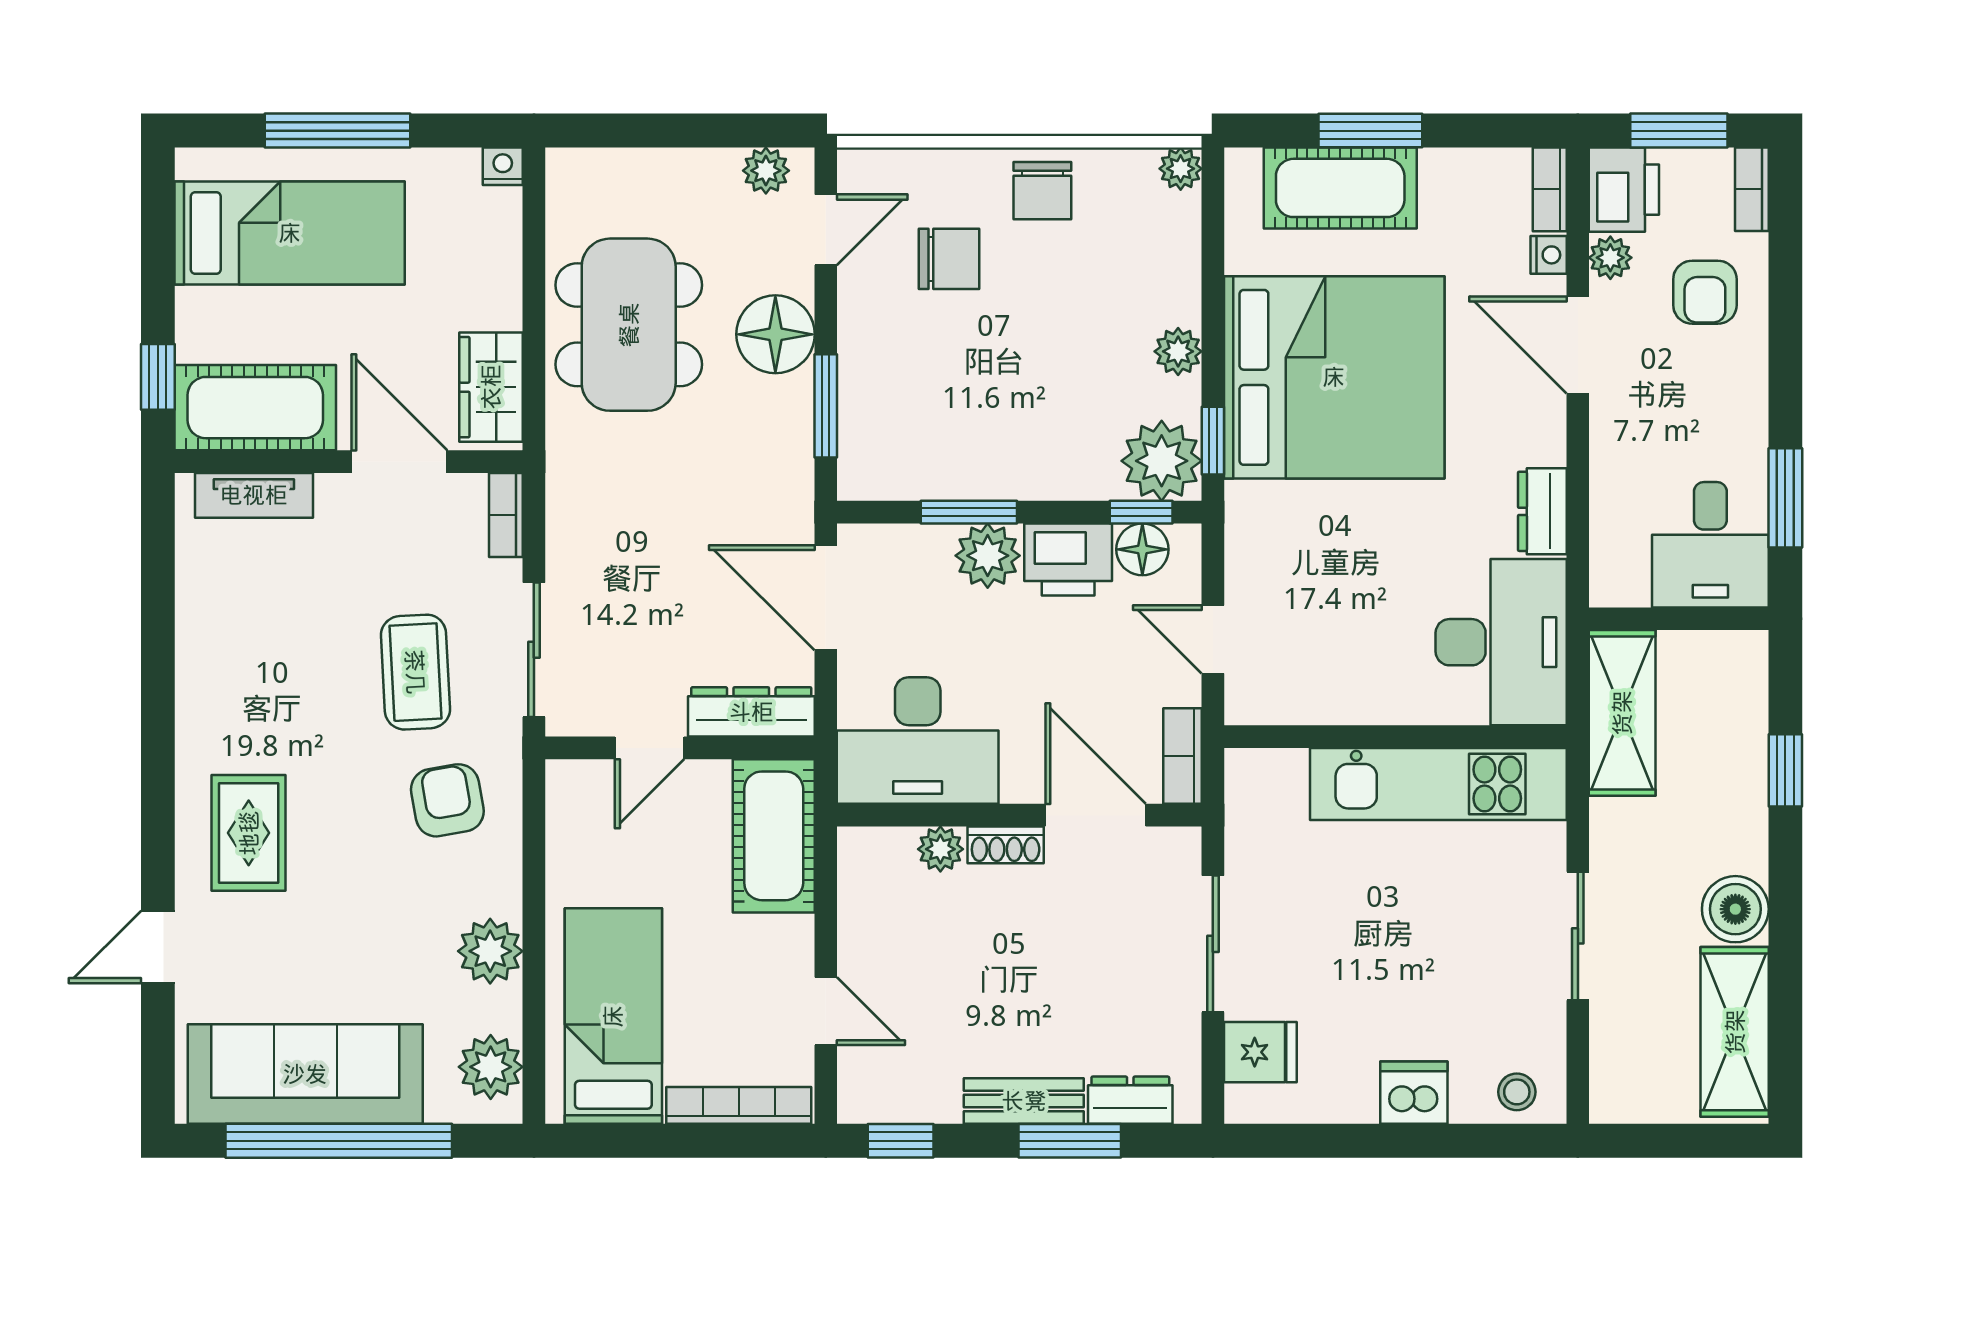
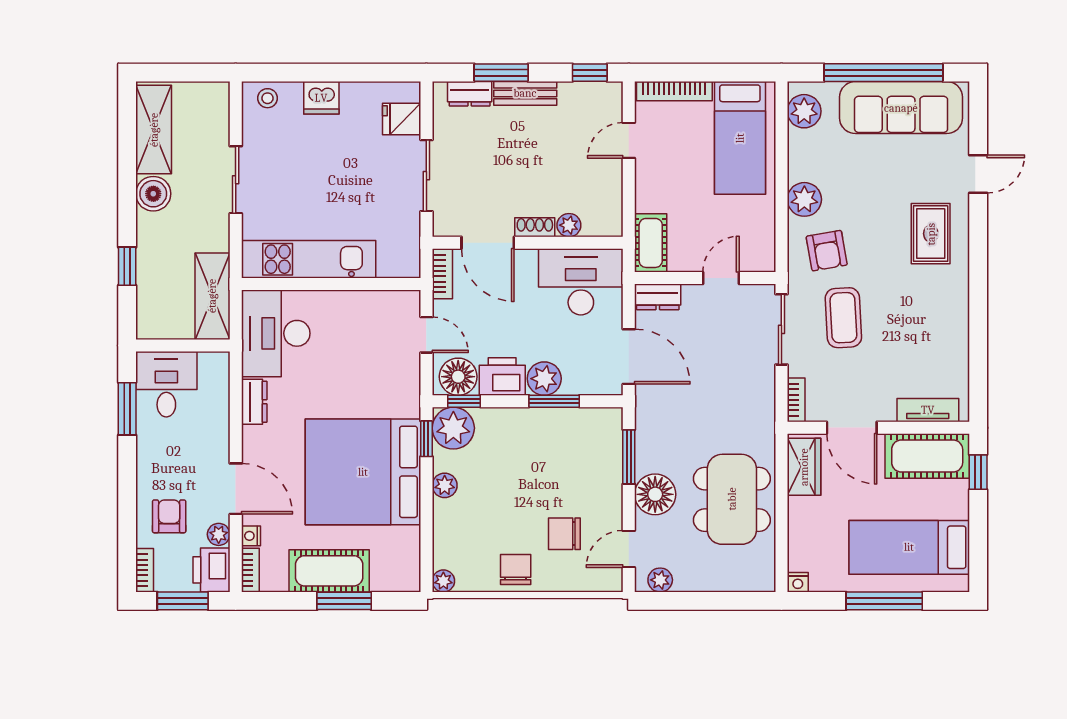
cot: (1340, 188) -> (329, 571), moved
floor lamp: (1142, 549) -> (458, 377), width x1.38, depth x1.38
dresser: (751, 712) -> (658, 297), width x0.70
cot: (774, 836) -> (651, 243), width x0.73, depth x0.75
plant: (490, 951) -> (804, 199), moved
door: (826, 1011) -> (629, 140), hinge flipped

